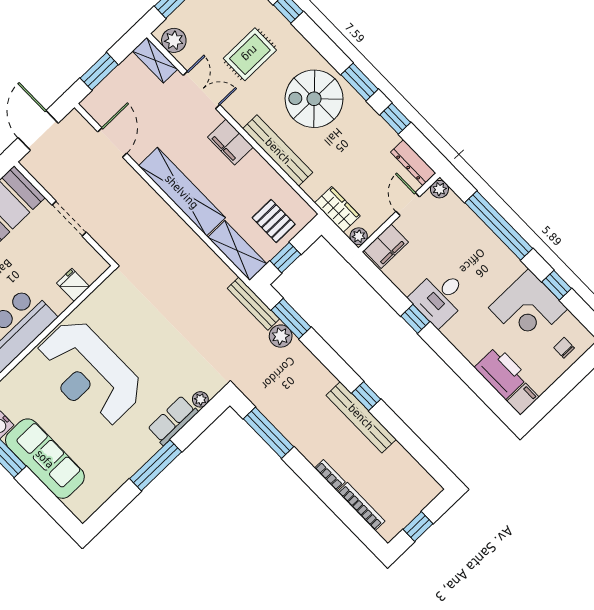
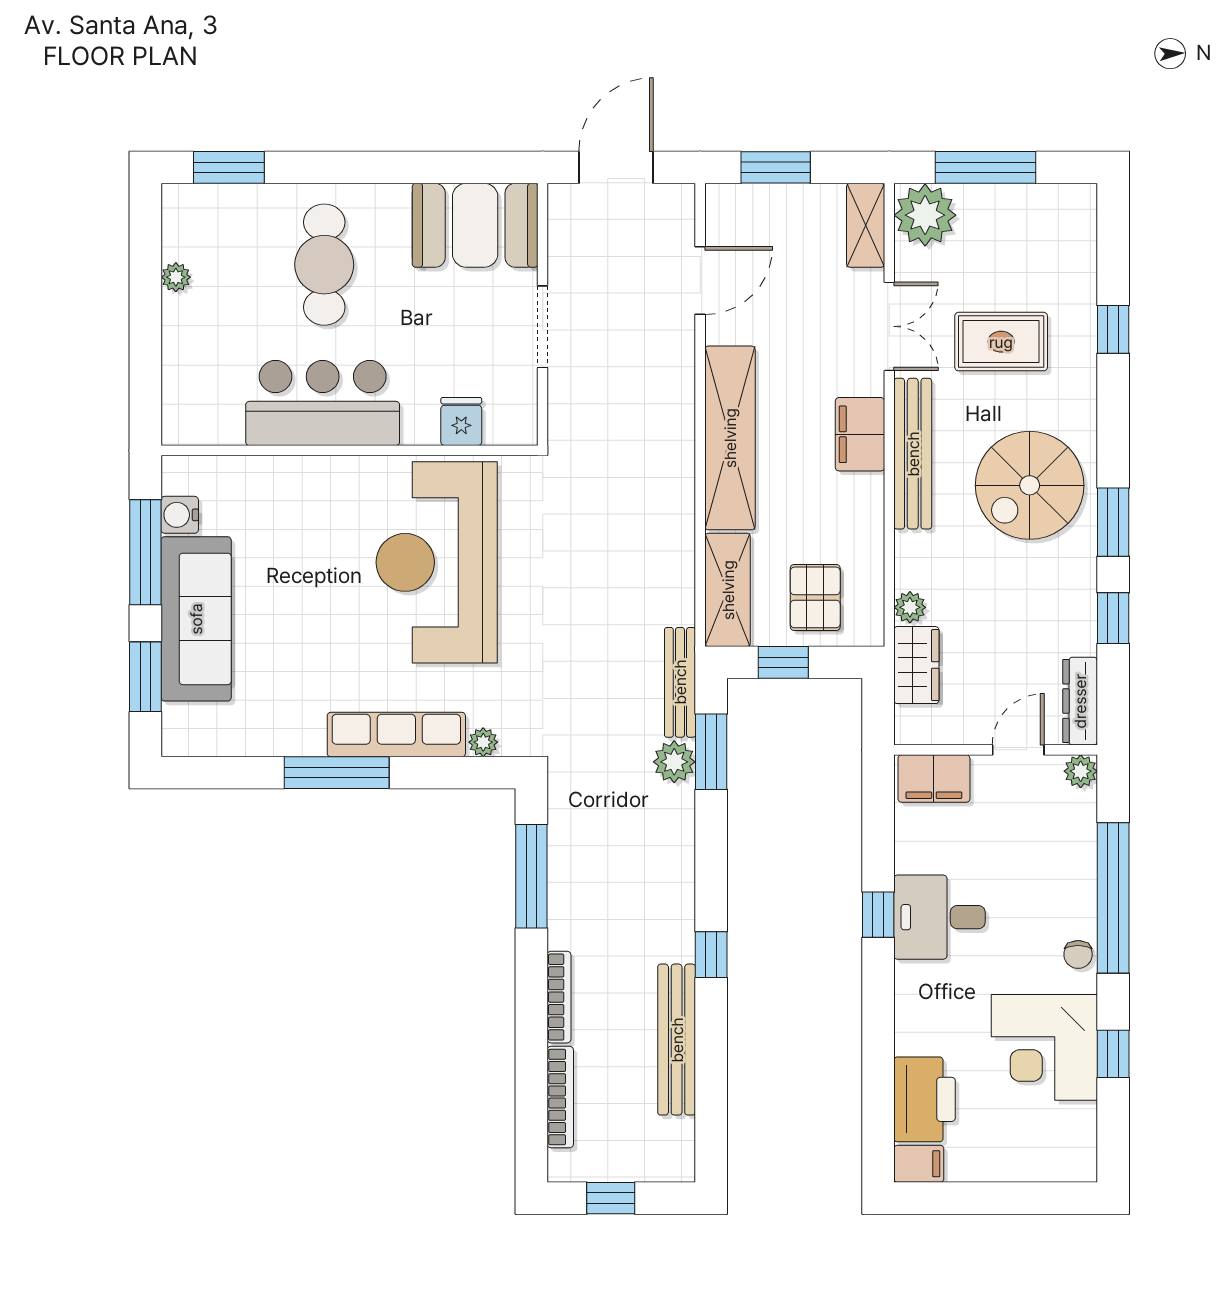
plant: (174, 40) -> (925, 215), width x1.36, depth x1.36
spiral stairs: (314, 99) -> (1030, 485), turned -90
bench: (278, 151) -> (913, 454), moved
plant: (359, 236) -> (910, 607), moved
chair: (564, 348) -> (1078, 954), moved, turned 180
reception desk: (89, 373) -> (437, 562), moved
bench: (361, 417) -> (677, 1040), moved
row of seats: (173, 420) -> (396, 735), width x1.48
bookcase: (330, 475) -> (559, 997), width x1.56
window: (47, 499) -> (145, 677), added

